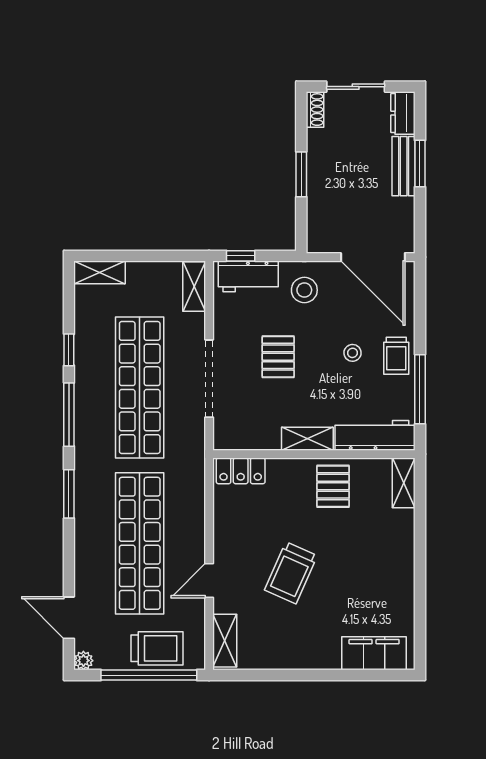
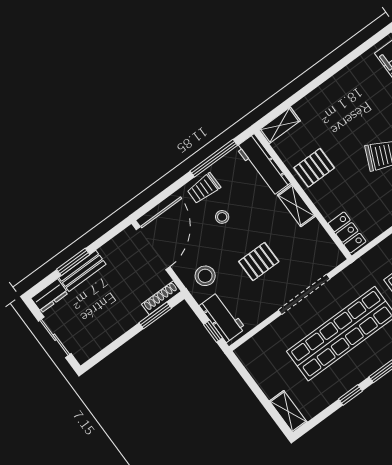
shoe rack: (315, 110) -> (161, 298), moved, width x1.43
window: (301, 174) -> (155, 315), moved
shelving: (194, 286) -> (254, 346), removed
trolley: (396, 356) -> (204, 188), turned 180

